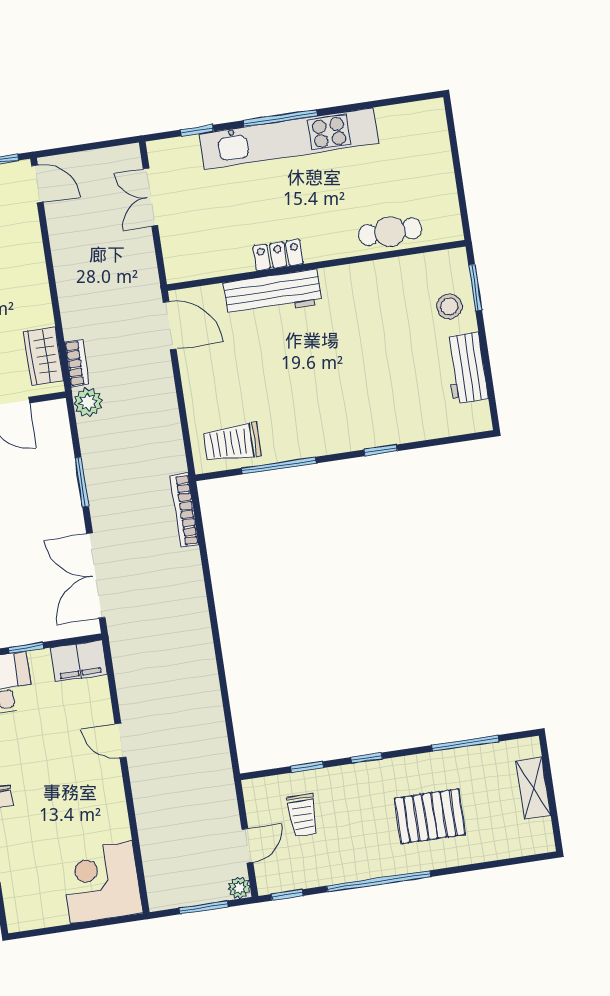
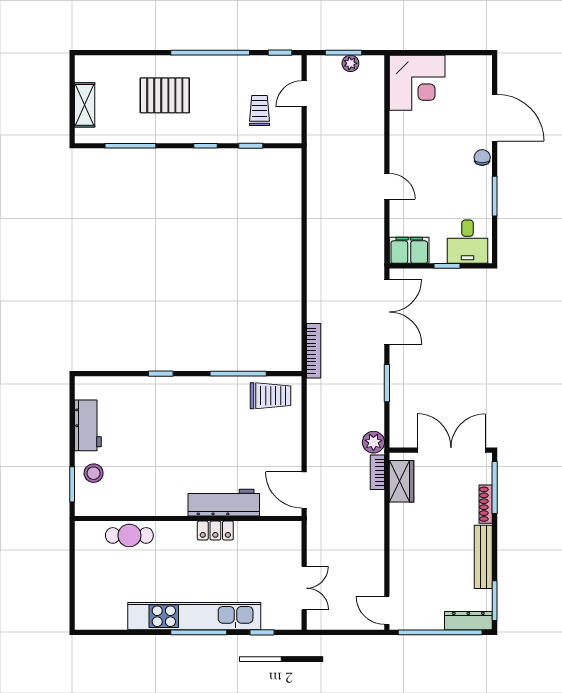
plant: (239, 888) -> (350, 63), moved

